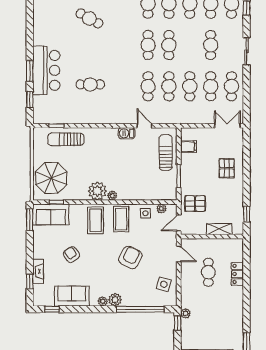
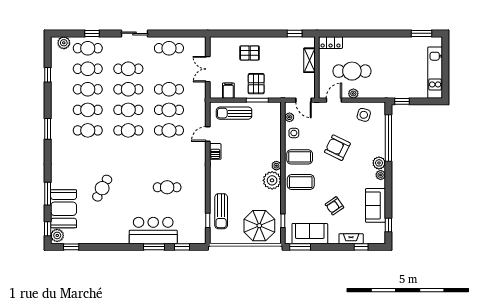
cafe table: (90, 84) -> (167, 187), turned 90
cafe table: (211, 86) -> (128, 89), moved
double door: (227, 126) -> (208, 69), moved
pallet: (195, 203) -> (256, 84), moved
sofa: (51, 214) -> (310, 234), moved, turned -90
cafe table: (208, 272) -> (352, 71), width x1.37, depth x1.35
locker: (237, 274) -> (331, 43), moved
plant: (186, 313) -> (353, 94), moved

